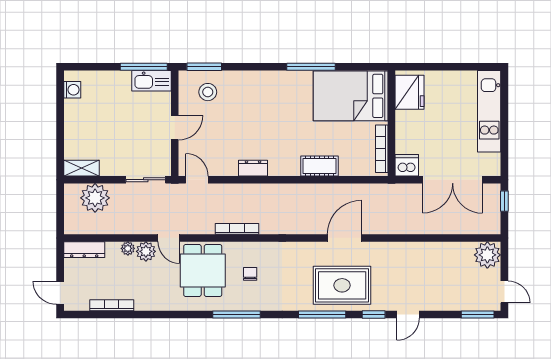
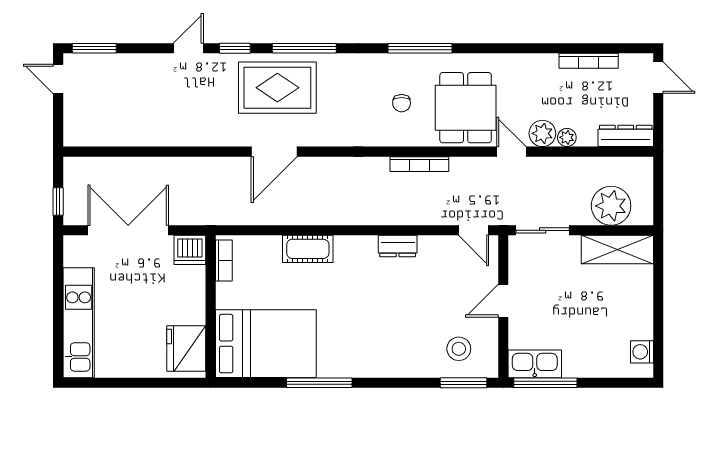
bookcase: (382, 149) -> (224, 260), width x0.64
shelving: (81, 168) -> (617, 250), width x1.50, depth x1.33
plant: (487, 255) -> (81, 129), removed

